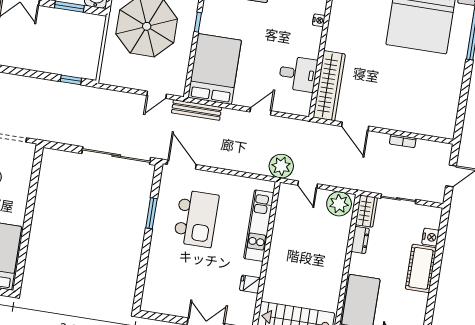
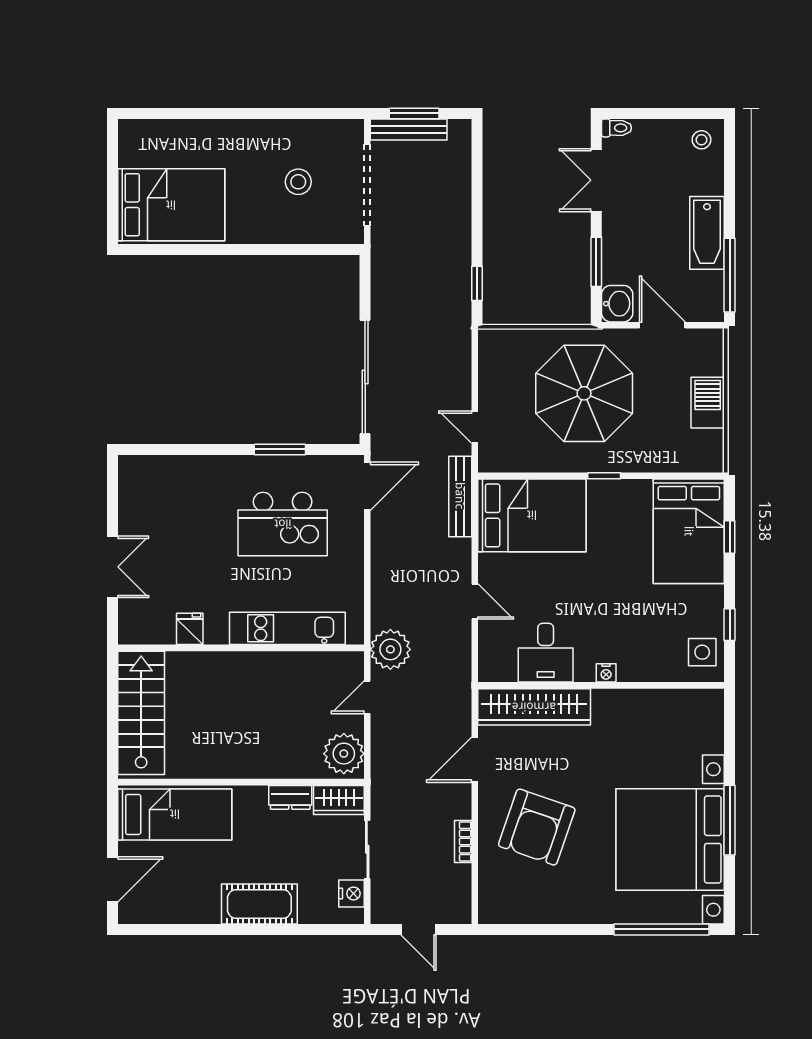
nightstand: (319, 20) -> (606, 673), moved
armchair: (401, 96) -> (537, 827), added
nightstand: (430, 237) -> (351, 894), moved, turned -90

